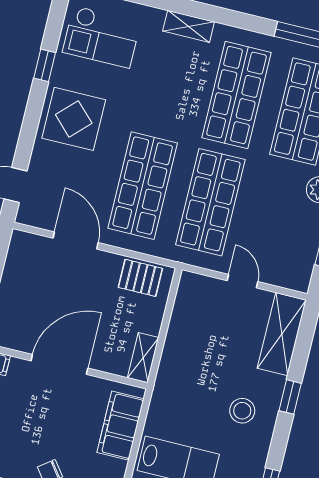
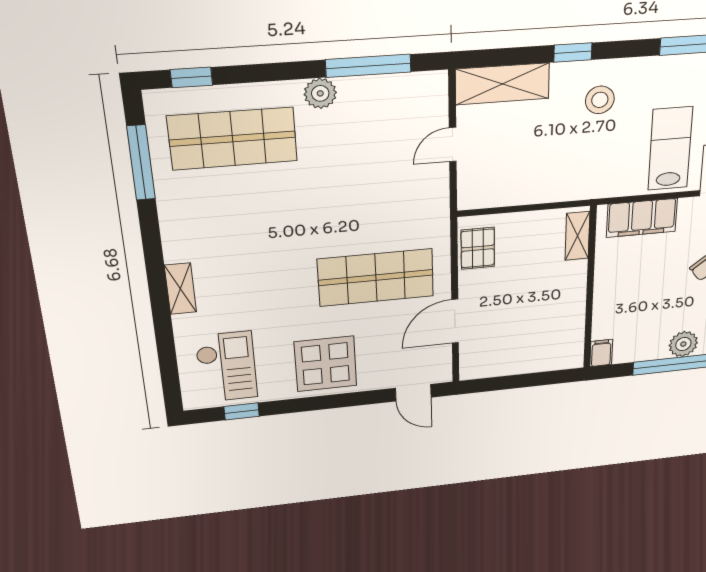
window: (45, 65) -> (242, 411), moved
shop shelf: (236, 95) -> (240, 216), removed
shop shelf: (210, 202) -> (373, 205), removed
shelving: (143, 358) -> (577, 236), moved, turned 90
door: (59, 364) -> (590, 295), removed

